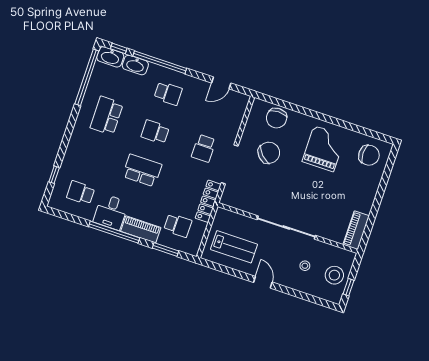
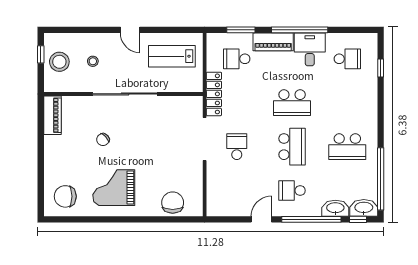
door: (221, 83) -> (261, 219), moved
school desk: (107, 116) -> (347, 147), turned 90
school desk: (155, 132) -> (292, 147), width x1.85
grand piano: (324, 149) -> (114, 188), turned 90
chair: (269, 153) -> (103, 140), moved, width x0.54, depth x0.54

